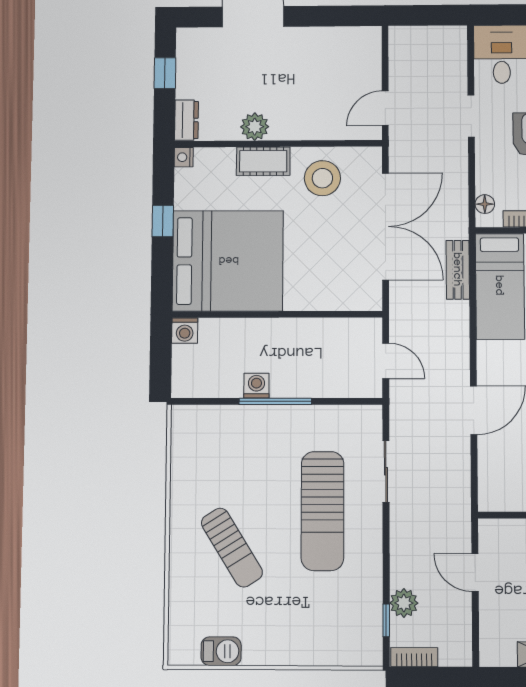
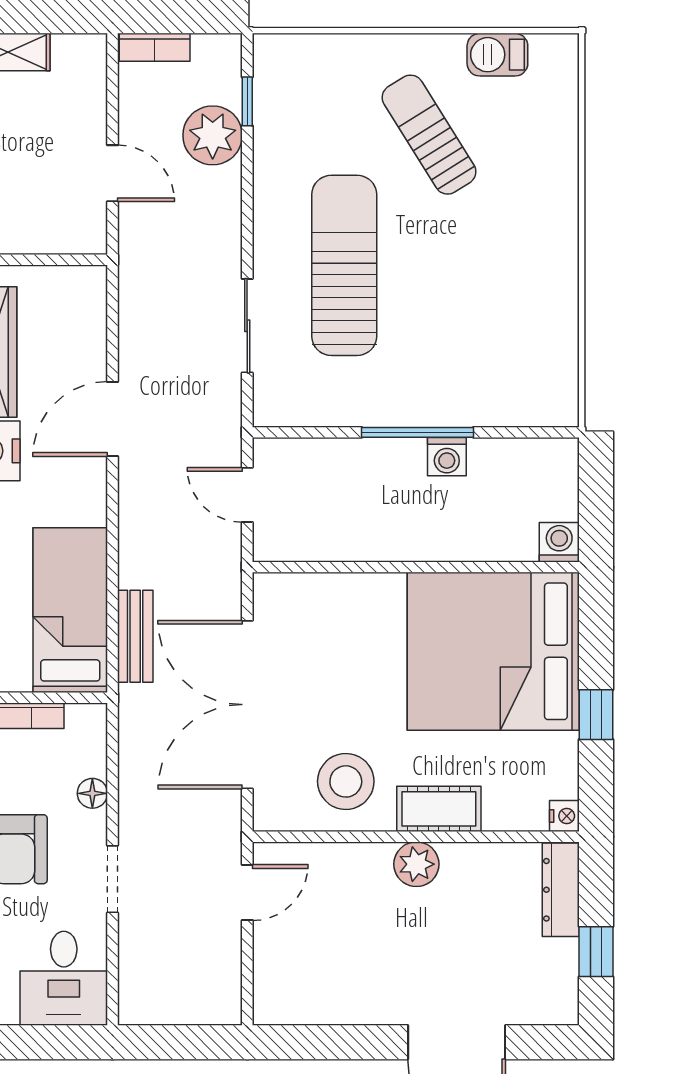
dresser: (186, 120) -> (561, 890), width x1.44
plant: (255, 127) -> (416, 864), moved
floor lamp: (485, 204) -> (92, 793), moved
sun lounger: (232, 548) -> (429, 135), moved
plant: (404, 603) -> (213, 135), width x1.36, depth x1.36
bookcase: (414, 657) -> (155, 47), moved

